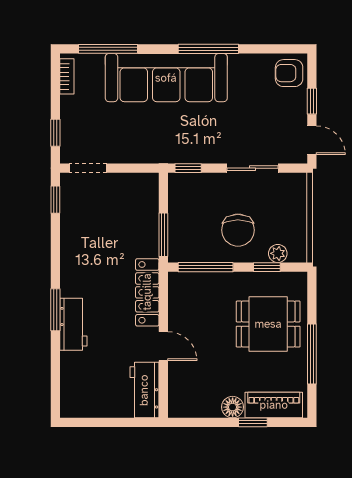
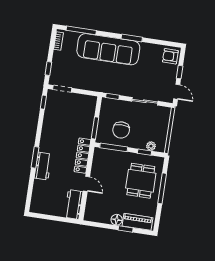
window: (208, 49) -> (132, 38), width x0.69
chair: (238, 230) -> (121, 130), moved
dining table: (268, 324) -> (141, 181), turned 90
window: (312, 354) -> (162, 188), moved

